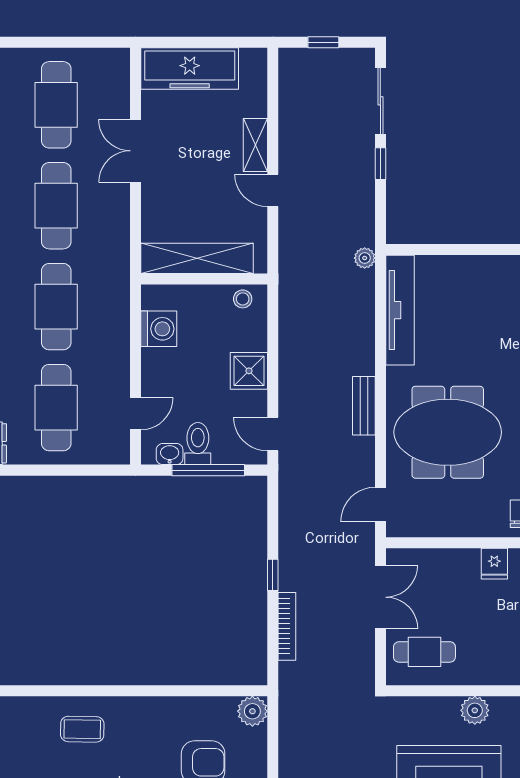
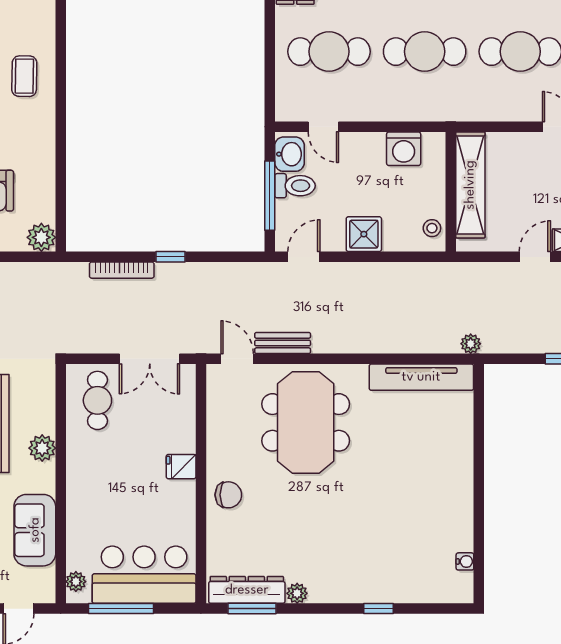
bench: (364, 406) -> (283, 343), moved
washbasin: (170, 454) -> (289, 154), width x1.38, depth x1.45

